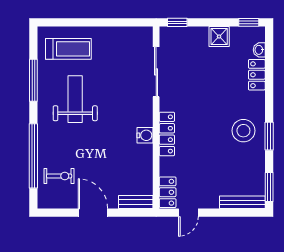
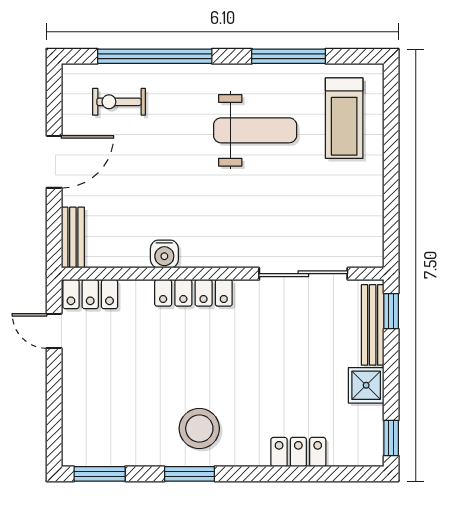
washbasin: (259, 50) -> (342, 456), removed
water cooler: (145, 135) -> (164, 254), moved
exercise bike: (59, 176) -> (119, 102), turned 90
bench: (242, 202) -> (373, 325), moved

